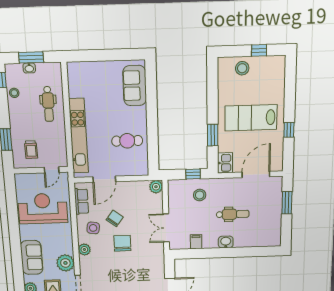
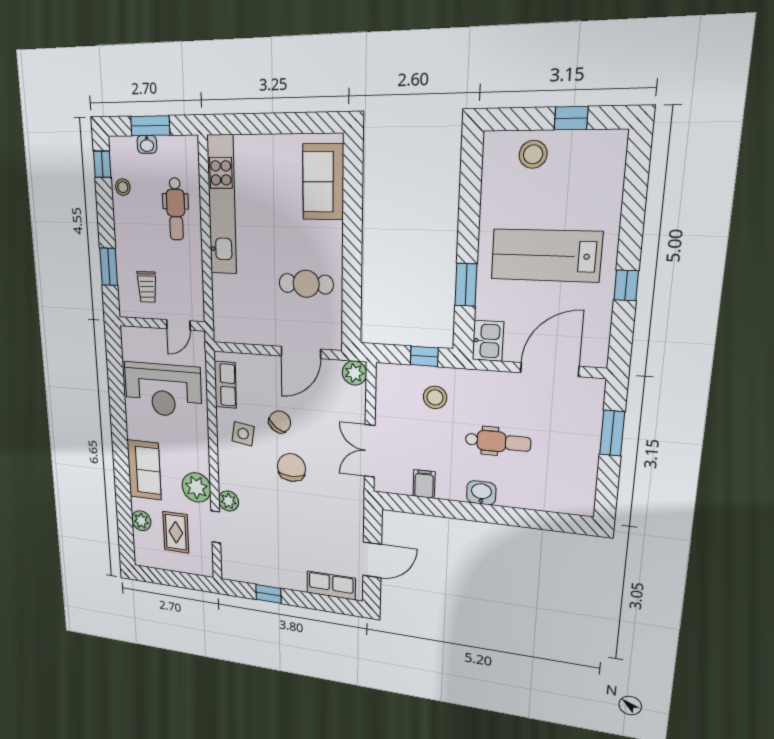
kitchen unit: (79, 136) -> (222, 205), moved
door: (104, 179) -> (301, 352), moved
reception desk: (43, 209) -> (163, 390), turned 180
plant: (84, 249) -> (229, 501), moved

